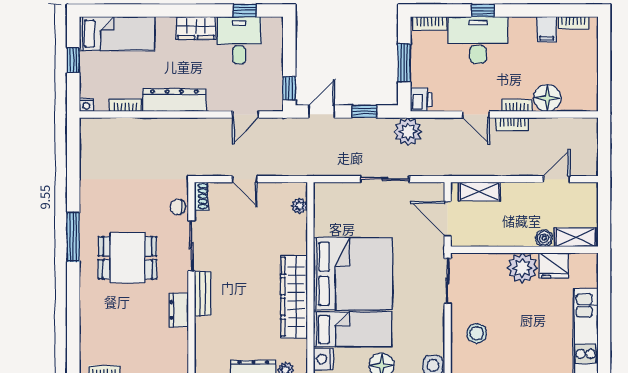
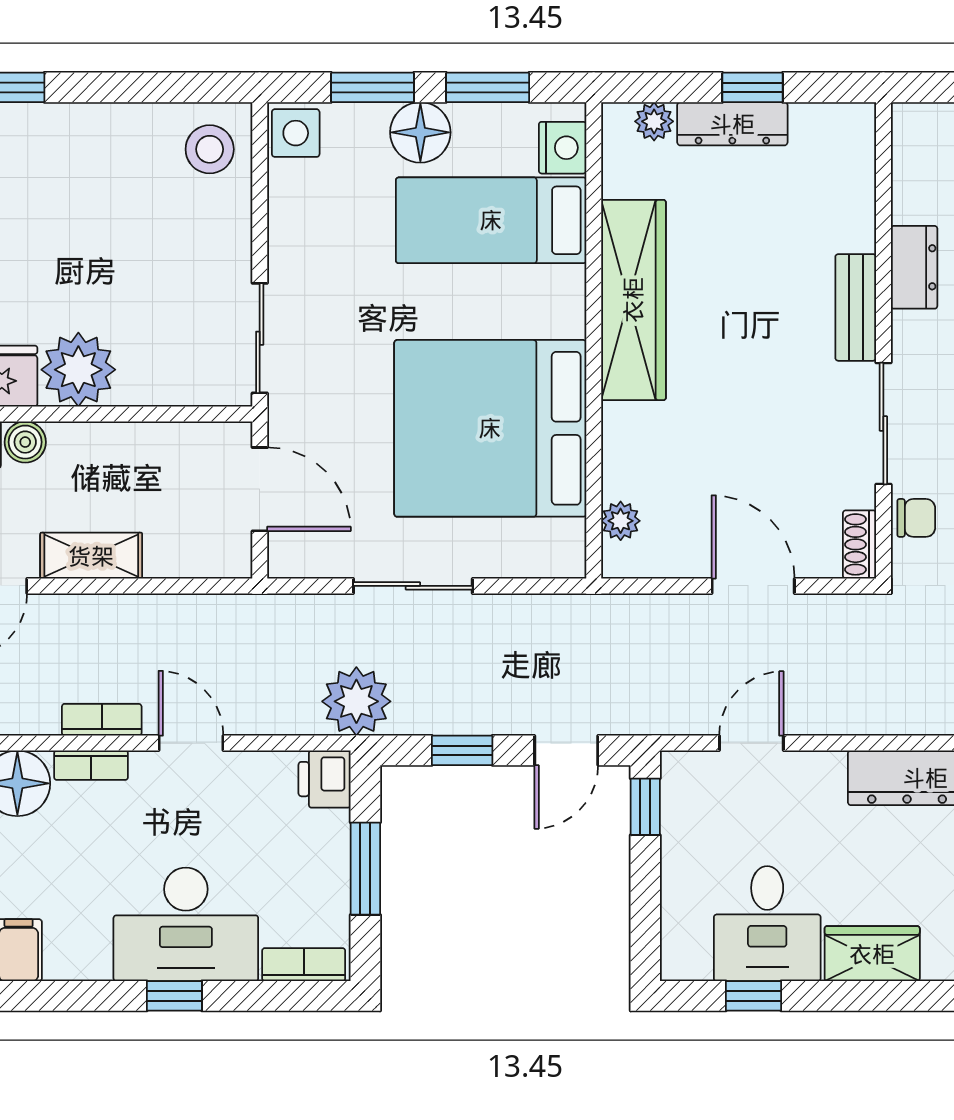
door: (245, 179) -> (753, 586), width x1.38
shelving: (479, 192) -> (91, 556), moved
bed: (353, 274) -> (490, 428), moved
stool: (477, 333) -> (210, 149), moved

